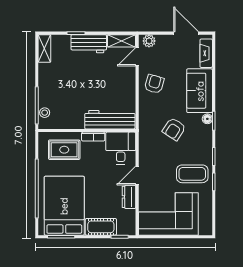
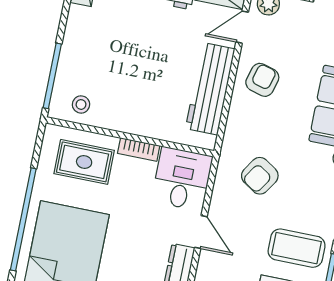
stool: (45, 113) -> (81, 104), moved
workbench: (110, 120) -> (210, 89), moved, turned -90
armchair: (174, 129) -> (260, 176), moved
door: (137, 176) -> (201, 232), swing flipped

